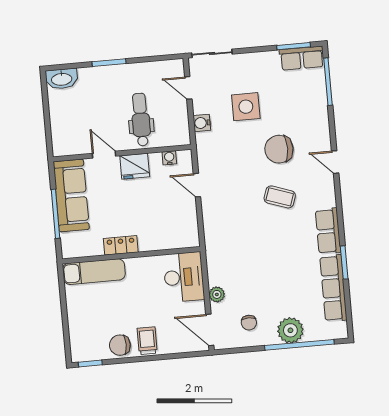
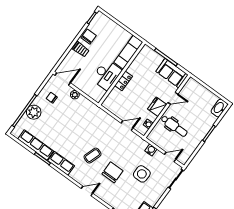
sofa: (71, 195) -> (172, 73), width x0.73
locker: (121, 245) -> (124, 81), moved
desk: (184, 277) -> (106, 75), moved, turned -90

